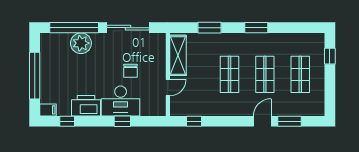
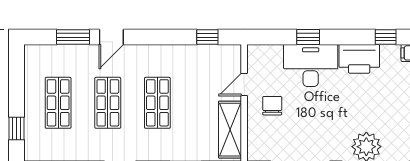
chair: (130, 71) -> (272, 106), moved

